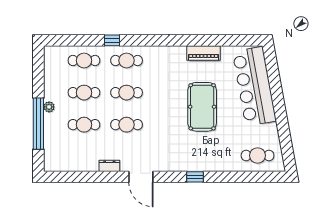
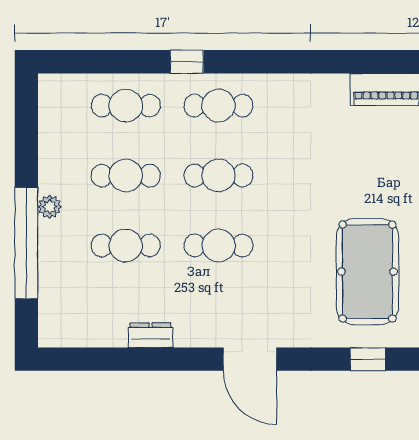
pool table: (202, 107) -> (367, 272), moved
dresser: (109, 166) -> (151, 335), moved

